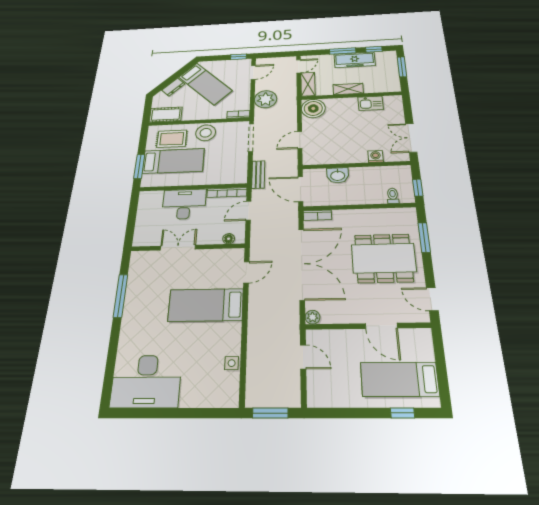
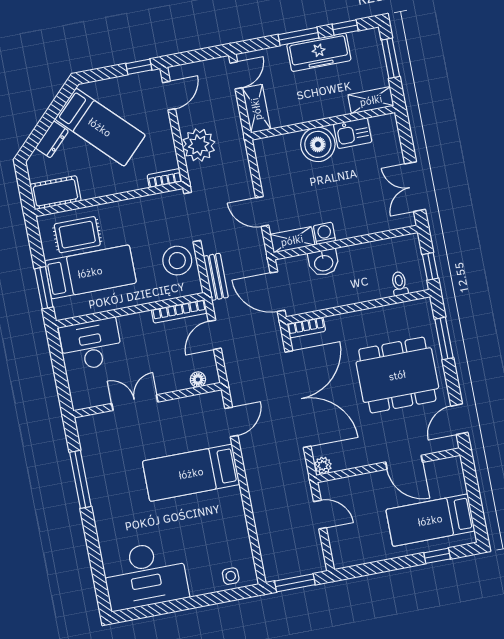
shelving: (348, 89) -> (371, 100), moved
boiler: (313, 108) -> (318, 144), moved
stool: (206, 133) -> (177, 261), moved
door: (300, 140) -> (262, 211), hinge flipped
washing machine: (376, 156) -> (324, 233), moved
shelving: (318, 159) -> (292, 240), added
desk: (184, 204) -> (91, 345), moved
door: (432, 299) -> (459, 419), hinge flipped
side table: (232, 363) -> (231, 576), moved

